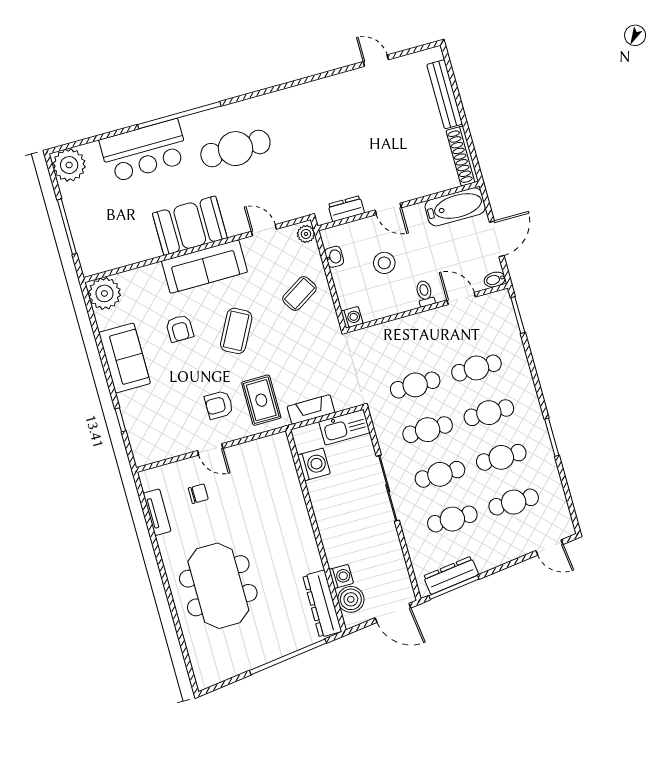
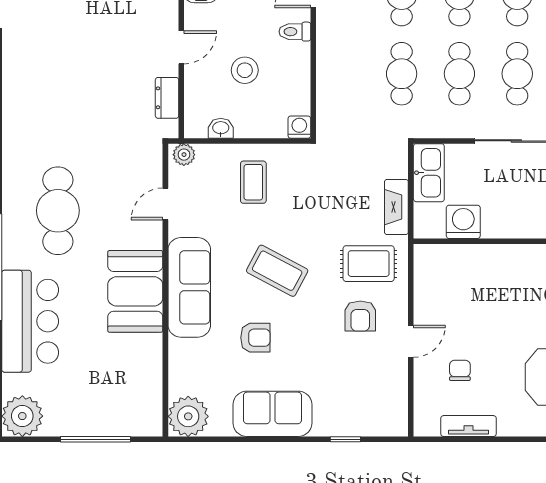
coffee table: (299, 294) -> (253, 182), turned 32

